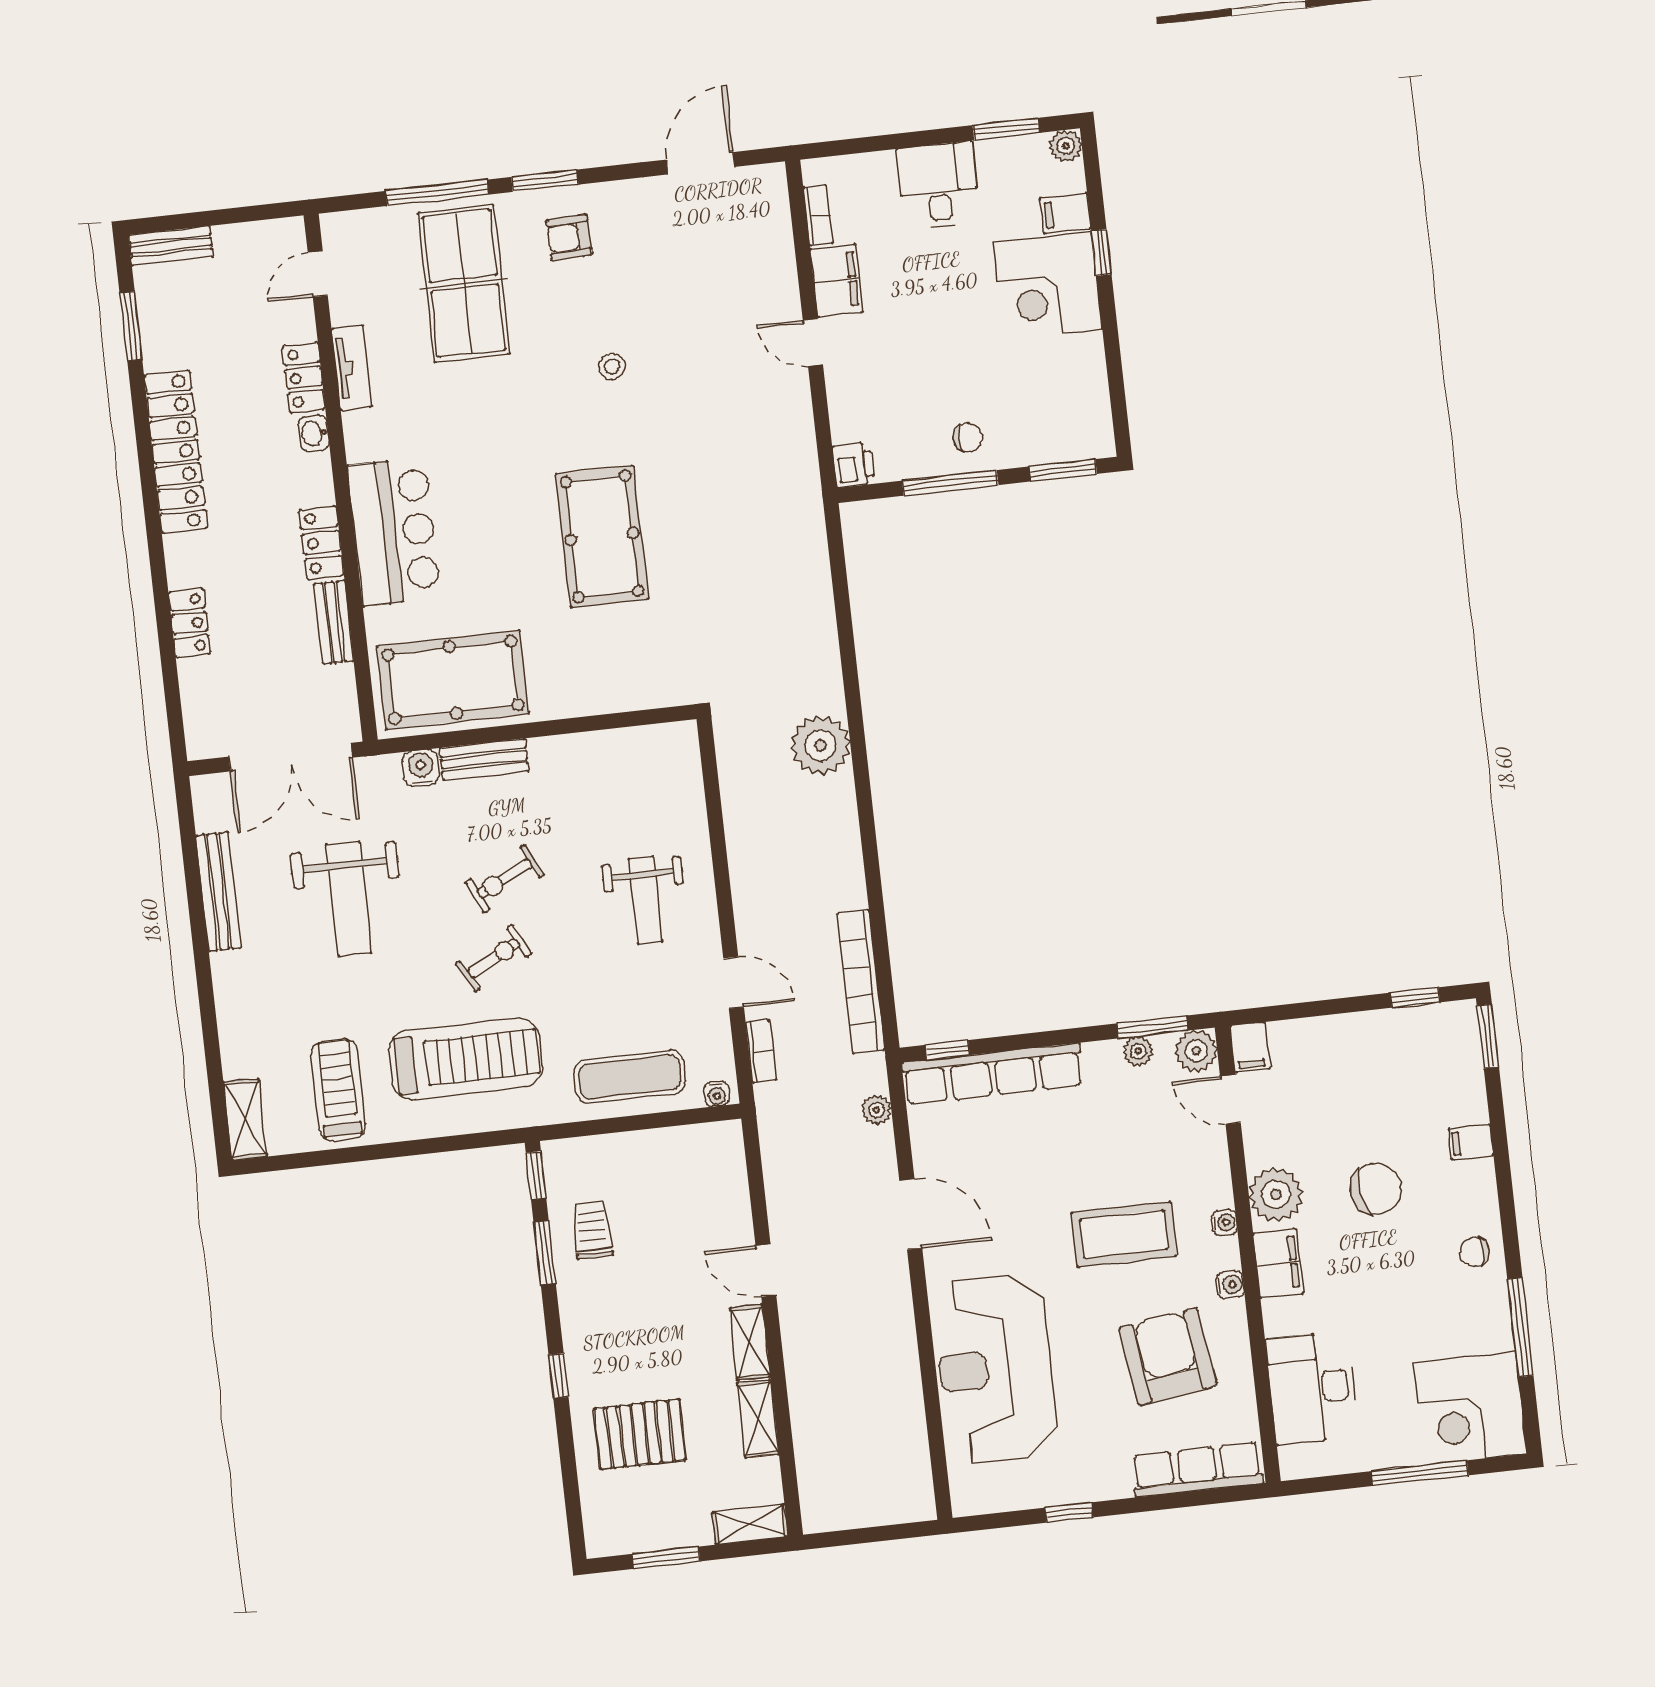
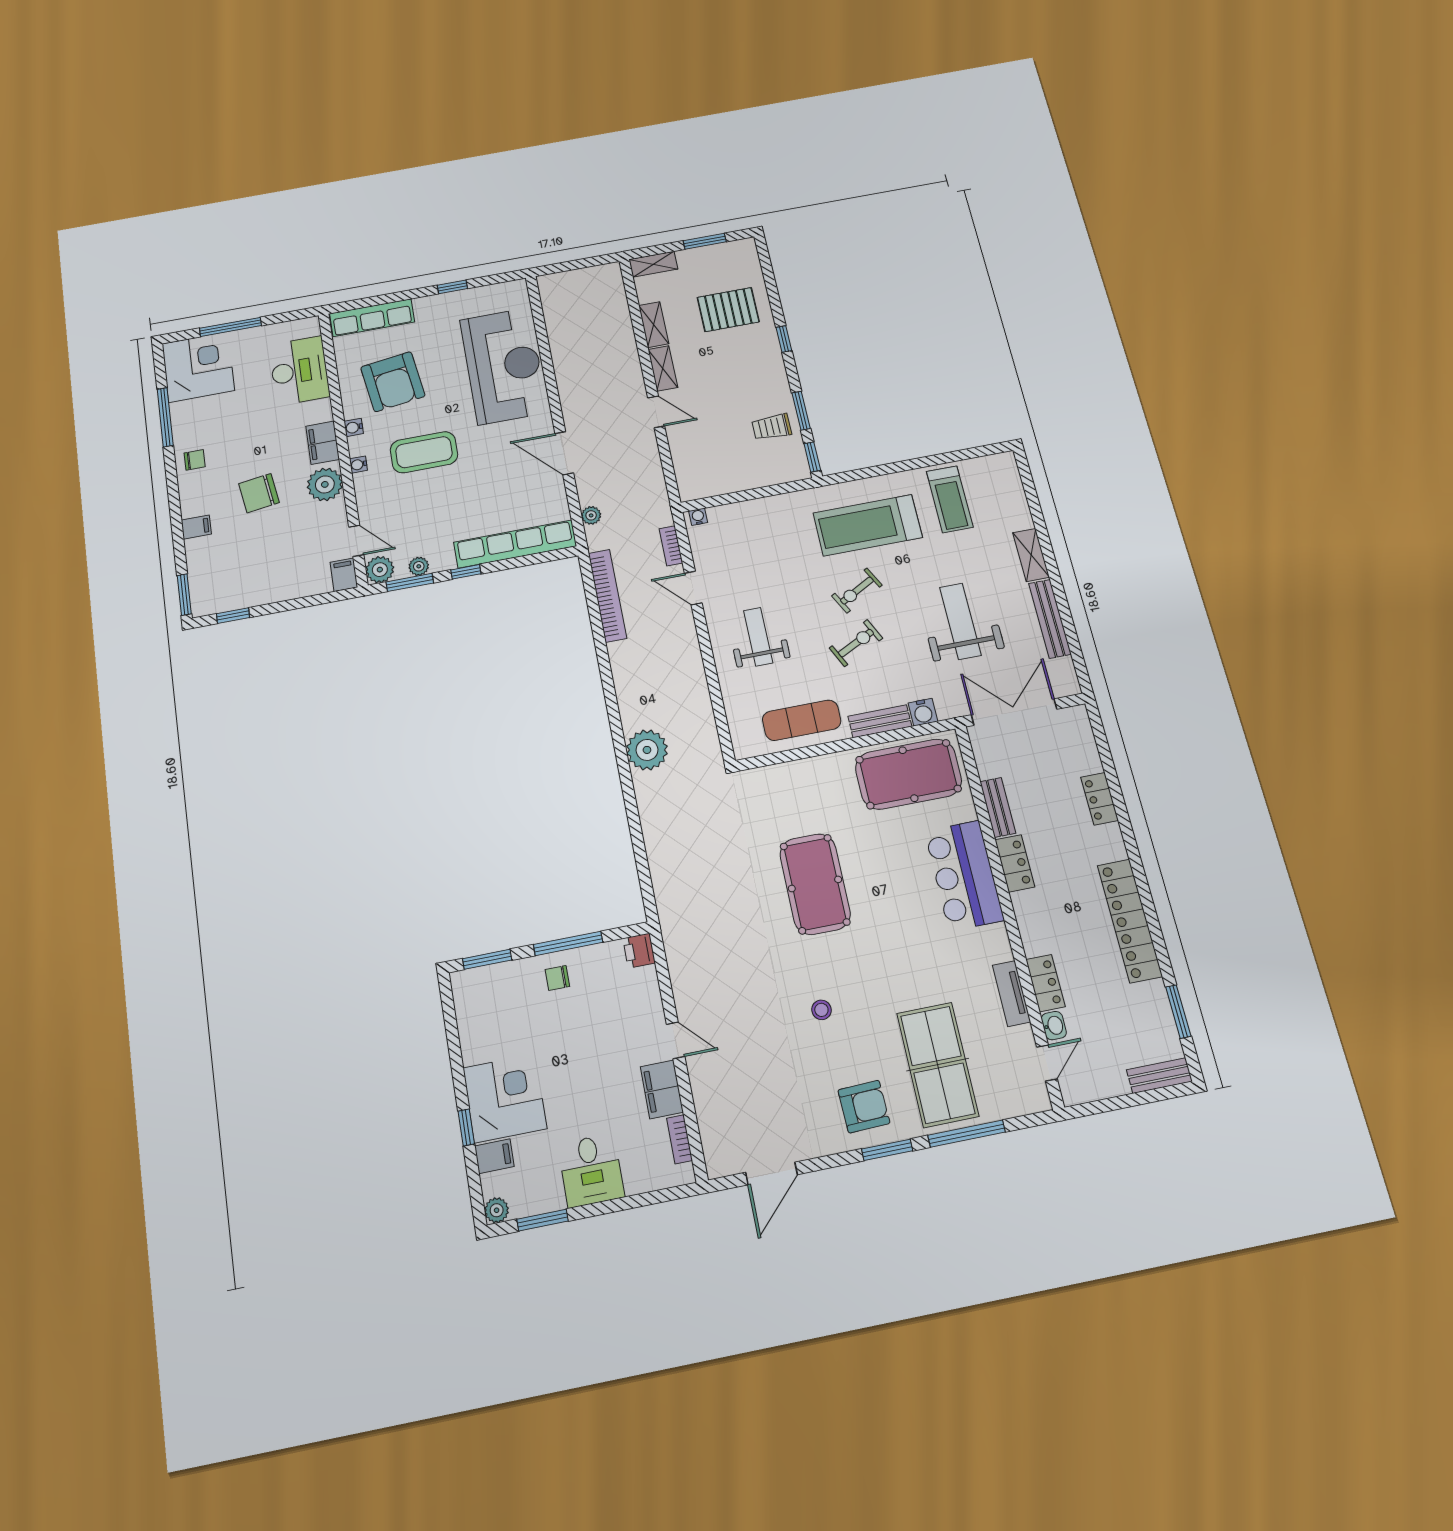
armchair: (569, 237) -> (864, 1107), width x1.38, depth x1.38
washbasin: (314, 433) -> (1054, 1026), moved
window: (947, 1050) -> (466, 572), moved
exercise mat: (630, 1077) -> (802, 720), moved
shelving: (245, 1119) -> (1031, 555), moved
trolley: (592, 1230) -> (772, 427), turned 90

